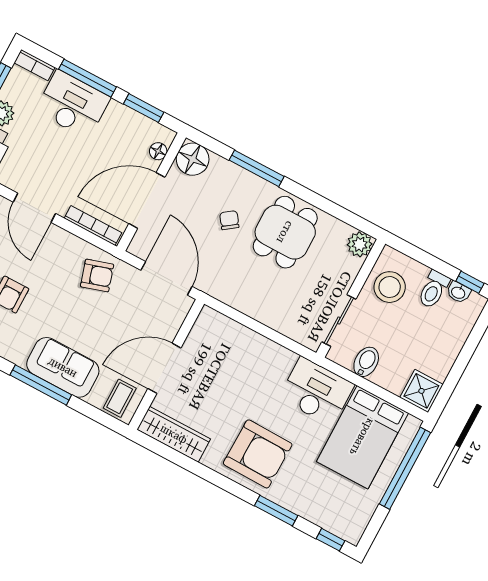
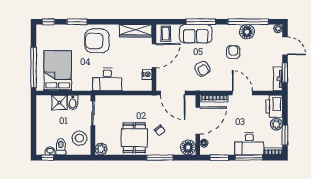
armchair: (97, 275) -> (202, 69), moved, turned -103
nightstand: (196, 340) -> (147, 74), added
desk: (317, 391) -> (107, 79), moved
shower: (421, 391) -> (59, 103), moved

